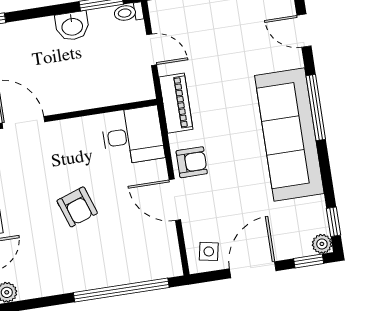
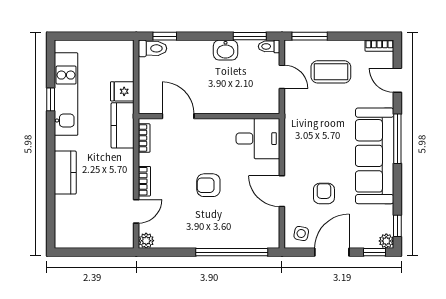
coffee table: (215, 33) -> (331, 72), added
piano: (176, 103) -> (294, 119), removed
armchair: (192, 162) -> (324, 194), moved, turned -90
armchair: (77, 207) -> (208, 185), turned 109

